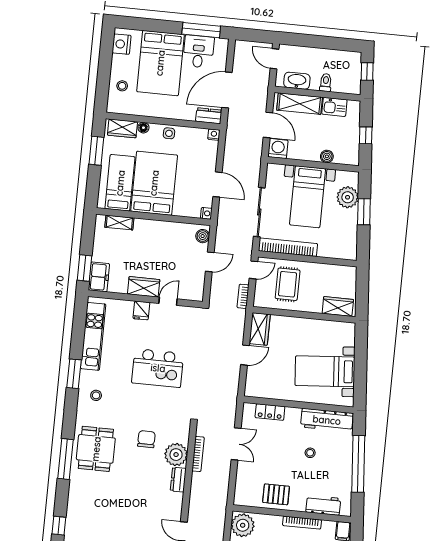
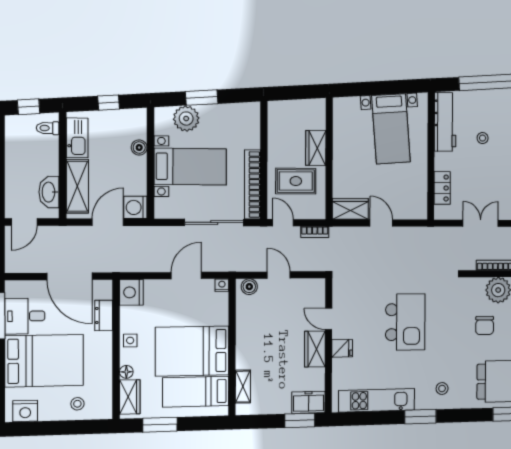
toilet: (326, 83) -> (48, 128), moved
kitchen sink: (334, 107) -> (77, 138), width x1.38
dresser: (209, 116) -> (104, 315), moved
nightstand: (214, 135) -> (131, 292), width x1.89, depth x1.79
wardrobe: (338, 306) -> (316, 148), moved
chair: (146, 439) -> (485, 325), turned -90

